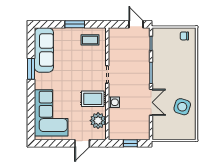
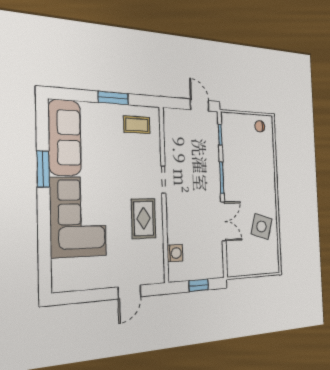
rug: (93, 99) -> (144, 219), turned 90
washing machine: (114, 102) -> (175, 253), moved
corner sofa: (51, 113) -> (78, 217), moved
plant: (98, 121) -> (152, 253), removed

